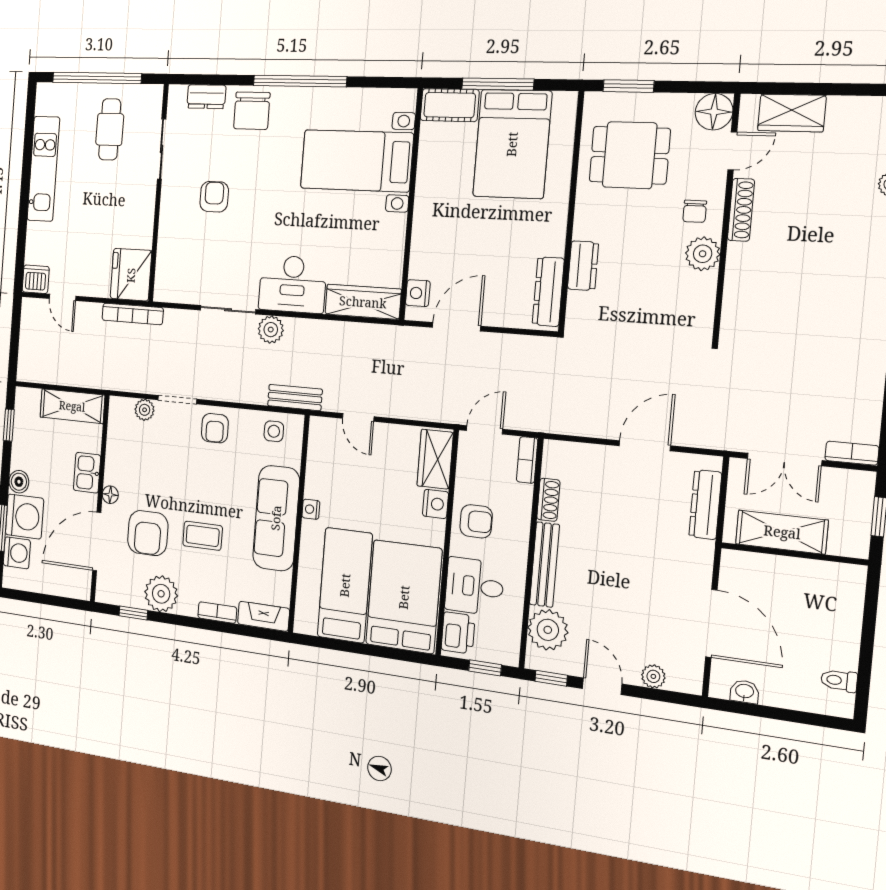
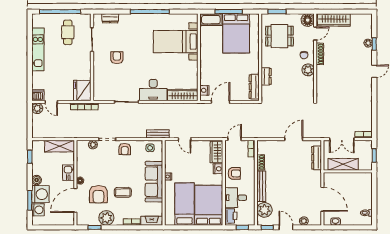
chair: (252, 111) -> (130, 23), removed
wardrobe: (792, 113) -> (334, 20), width x1.50
plant: (271, 330) -> (37, 108), moved

